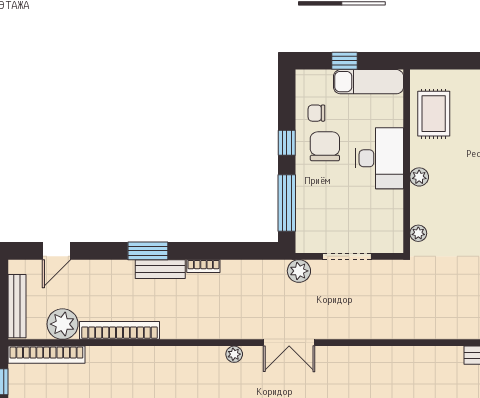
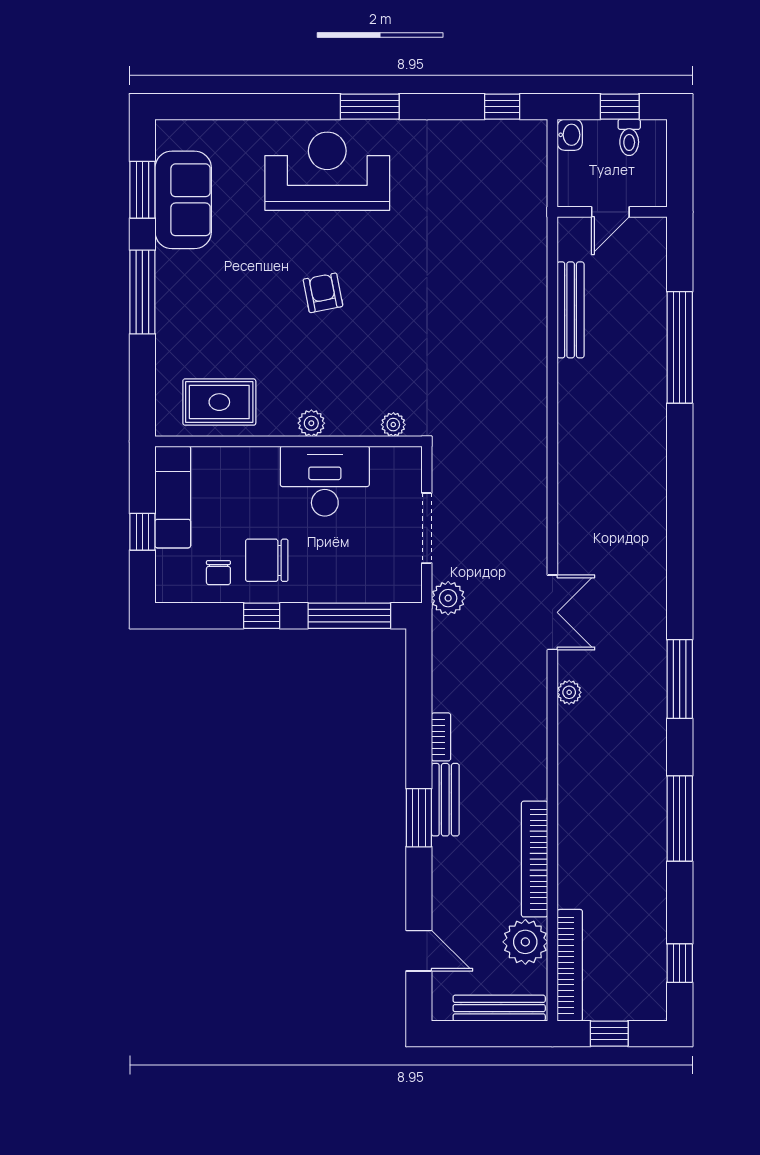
desk: (379, 158) -> (325, 481), moved

